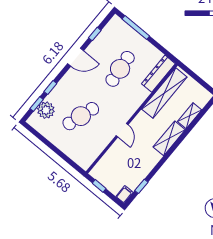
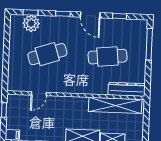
window: (50, 88) -> (63, 14), moved
cafe table: (81, 116) -> (47, 54), turned -36
door: (122, 130) -> (39, 94), moved

